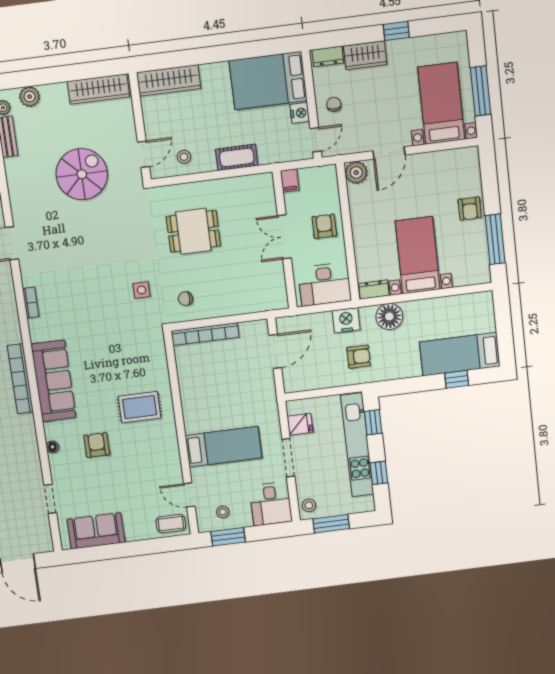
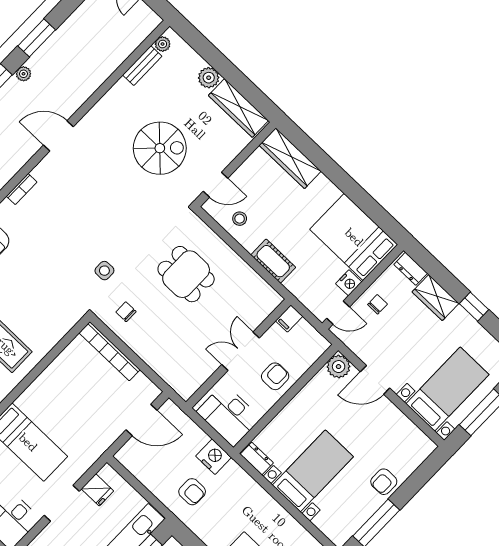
plant: (30, 97) -> (209, 78), moved
floor lamp: (389, 316) -> (245, 489), removed

